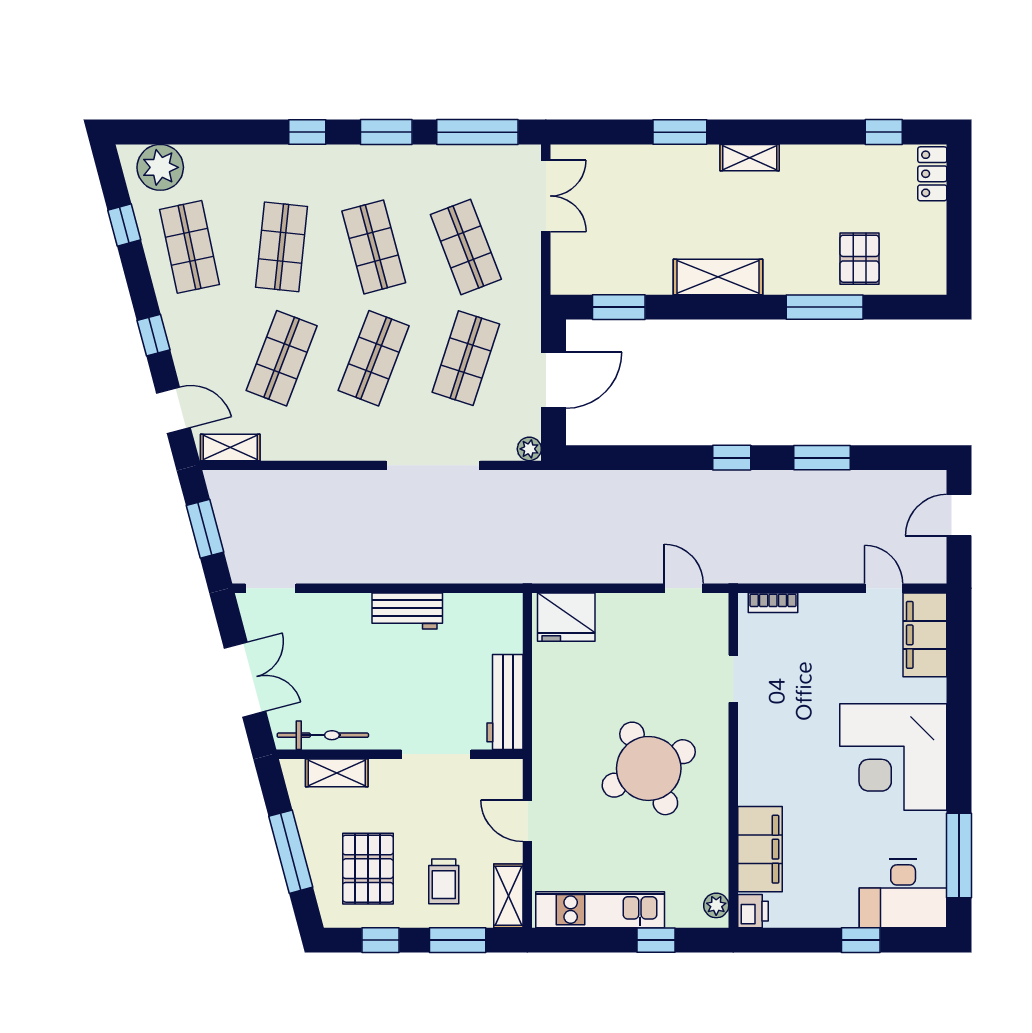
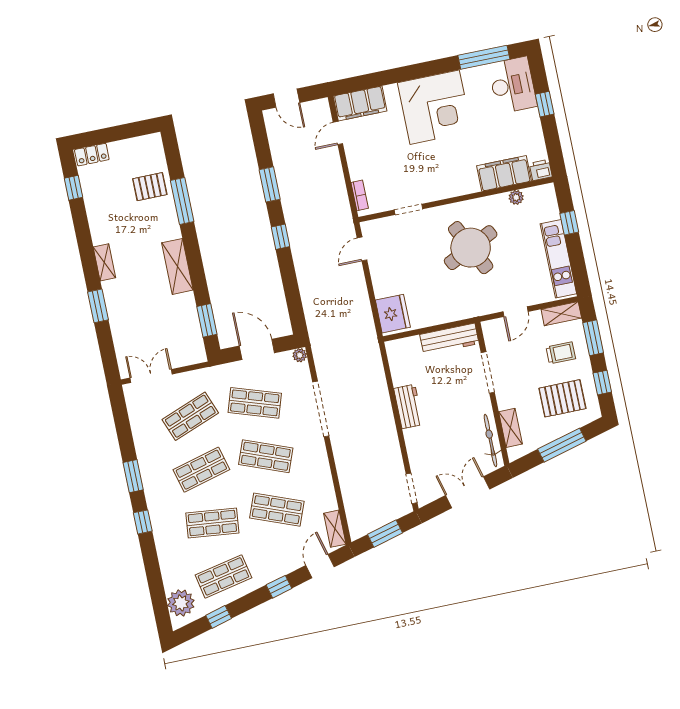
window: (477, 132) -> (122, 423), removed
plant: (716, 905) -> (516, 197), moved

